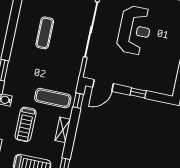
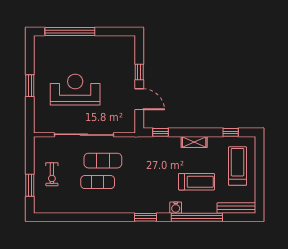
door: (103, 85) -> (139, 99), moved
exercise mat: (53, 98) -> (103, 161), moved, turned 90

